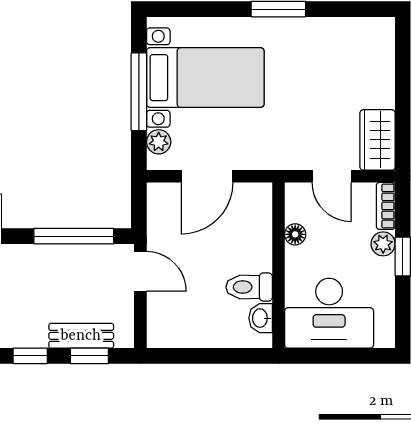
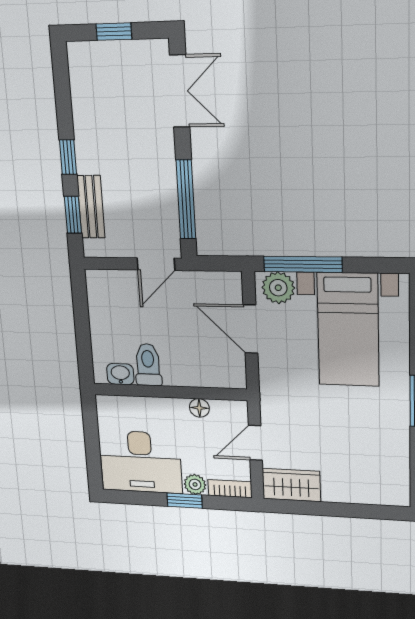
window: (139, 92) -> (303, 264), moved
plant: (159, 142) -> (278, 288), width x1.38, depth x1.38
desk: (329, 313) -> (141, 462), moved, turned -90

